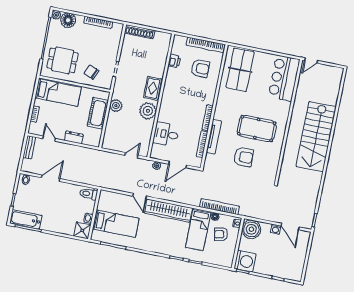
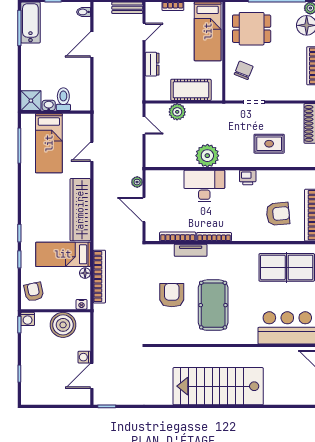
dining table: (62, 60) -> (252, 29), turned 90
printer: (174, 61) -> (248, 178), moved
armchair: (200, 68) -> (278, 214), turned -95
rug: (153, 88) -> (269, 144), moved
plant: (116, 106) -> (177, 112), moved
desk: (166, 134) -> (204, 186), moved, width x1.37
tv unit: (214, 137) -> (191, 250), width x0.71
door: (132, 155) -> (144, 126), moved
armchair: (243, 157) -> (172, 295), turned 180
door: (51, 178) -> (92, 45), swing flipped
toilet: (89, 194) -> (63, 99), moved
door: (140, 196) -> (92, 152), moved
boiler: (251, 229) -> (63, 325), moved
armchair: (221, 234) -> (34, 292), moved
washing machine: (245, 261) -> (28, 319), width x0.53, depth x0.53

